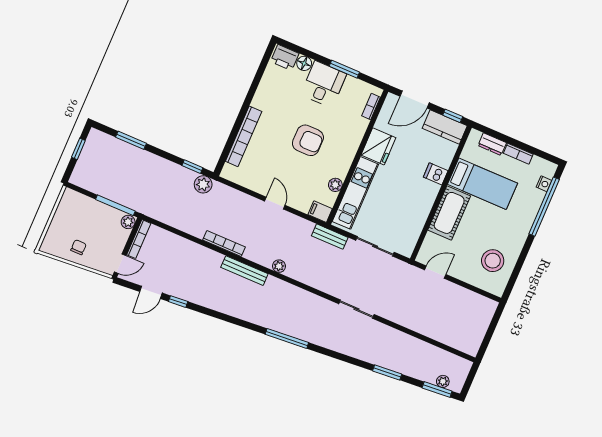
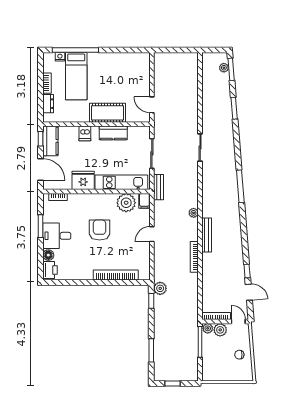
bed: (482, 184) -> (76, 76), moved, turned 180
plant: (335, 185) -> (126, 203), width x1.88, depth x1.88
kitchen counter: (421, 209) -> (113, 133), added
plant: (119, 237) -> (220, 330), added
stool: (493, 261) -> (127, 69), removed

